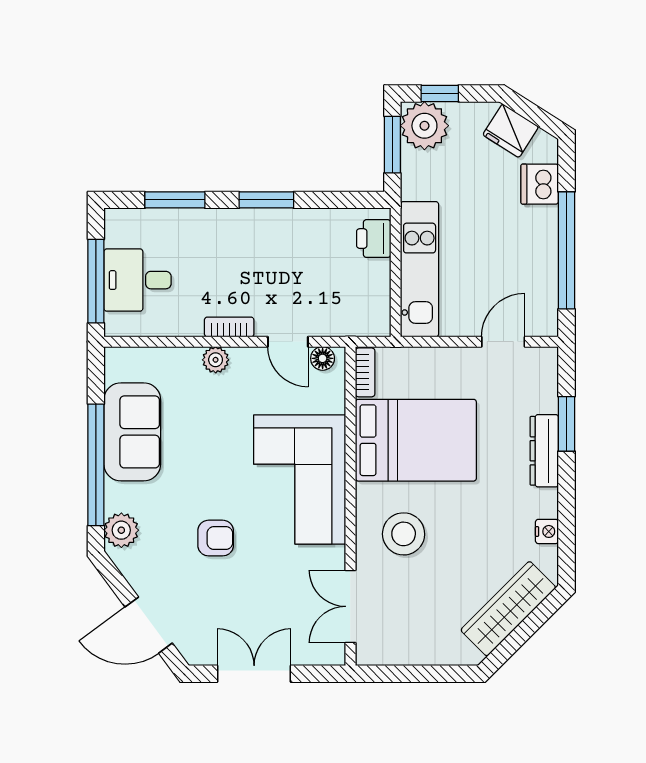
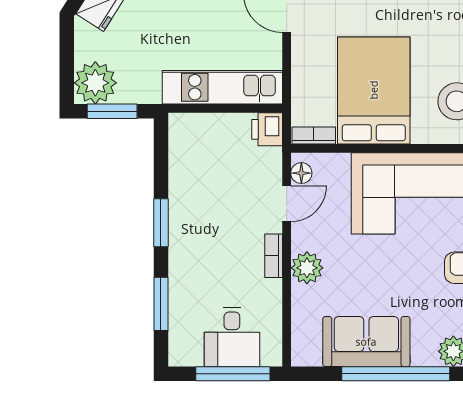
window: (440, 93) -> (67, 69), removed
printer: (374, 239) -> (267, 129), moved, turned 90
plant: (216, 360) -> (307, 268), width x1.38, depth x1.38

